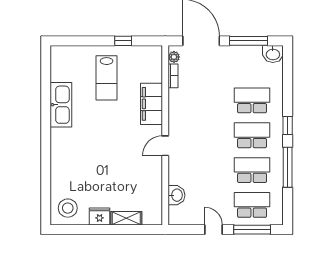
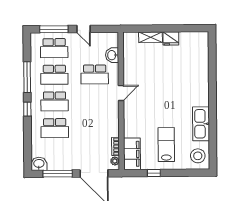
filing cabinet: (151, 104) -> (132, 154), moved
school desk: (199, 170) -> (95, 74), added
stool: (68, 208) -> (198, 156), moved

